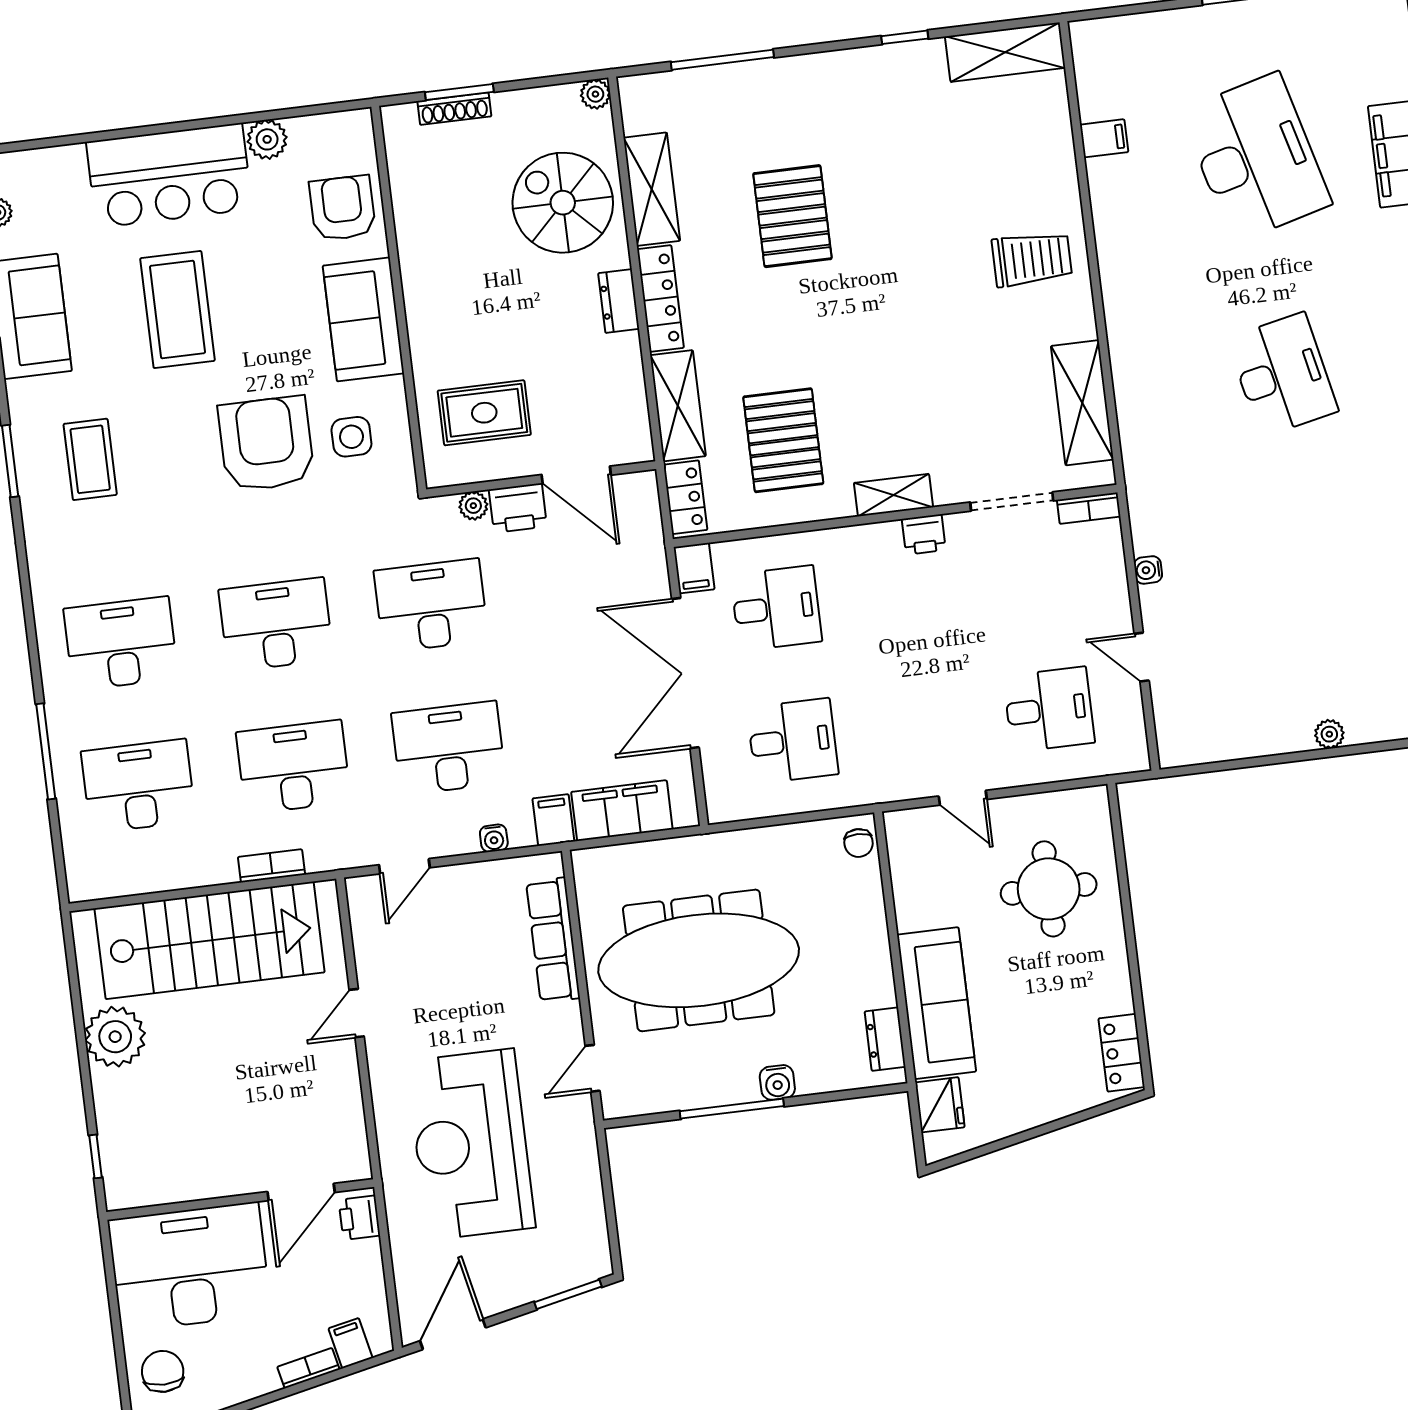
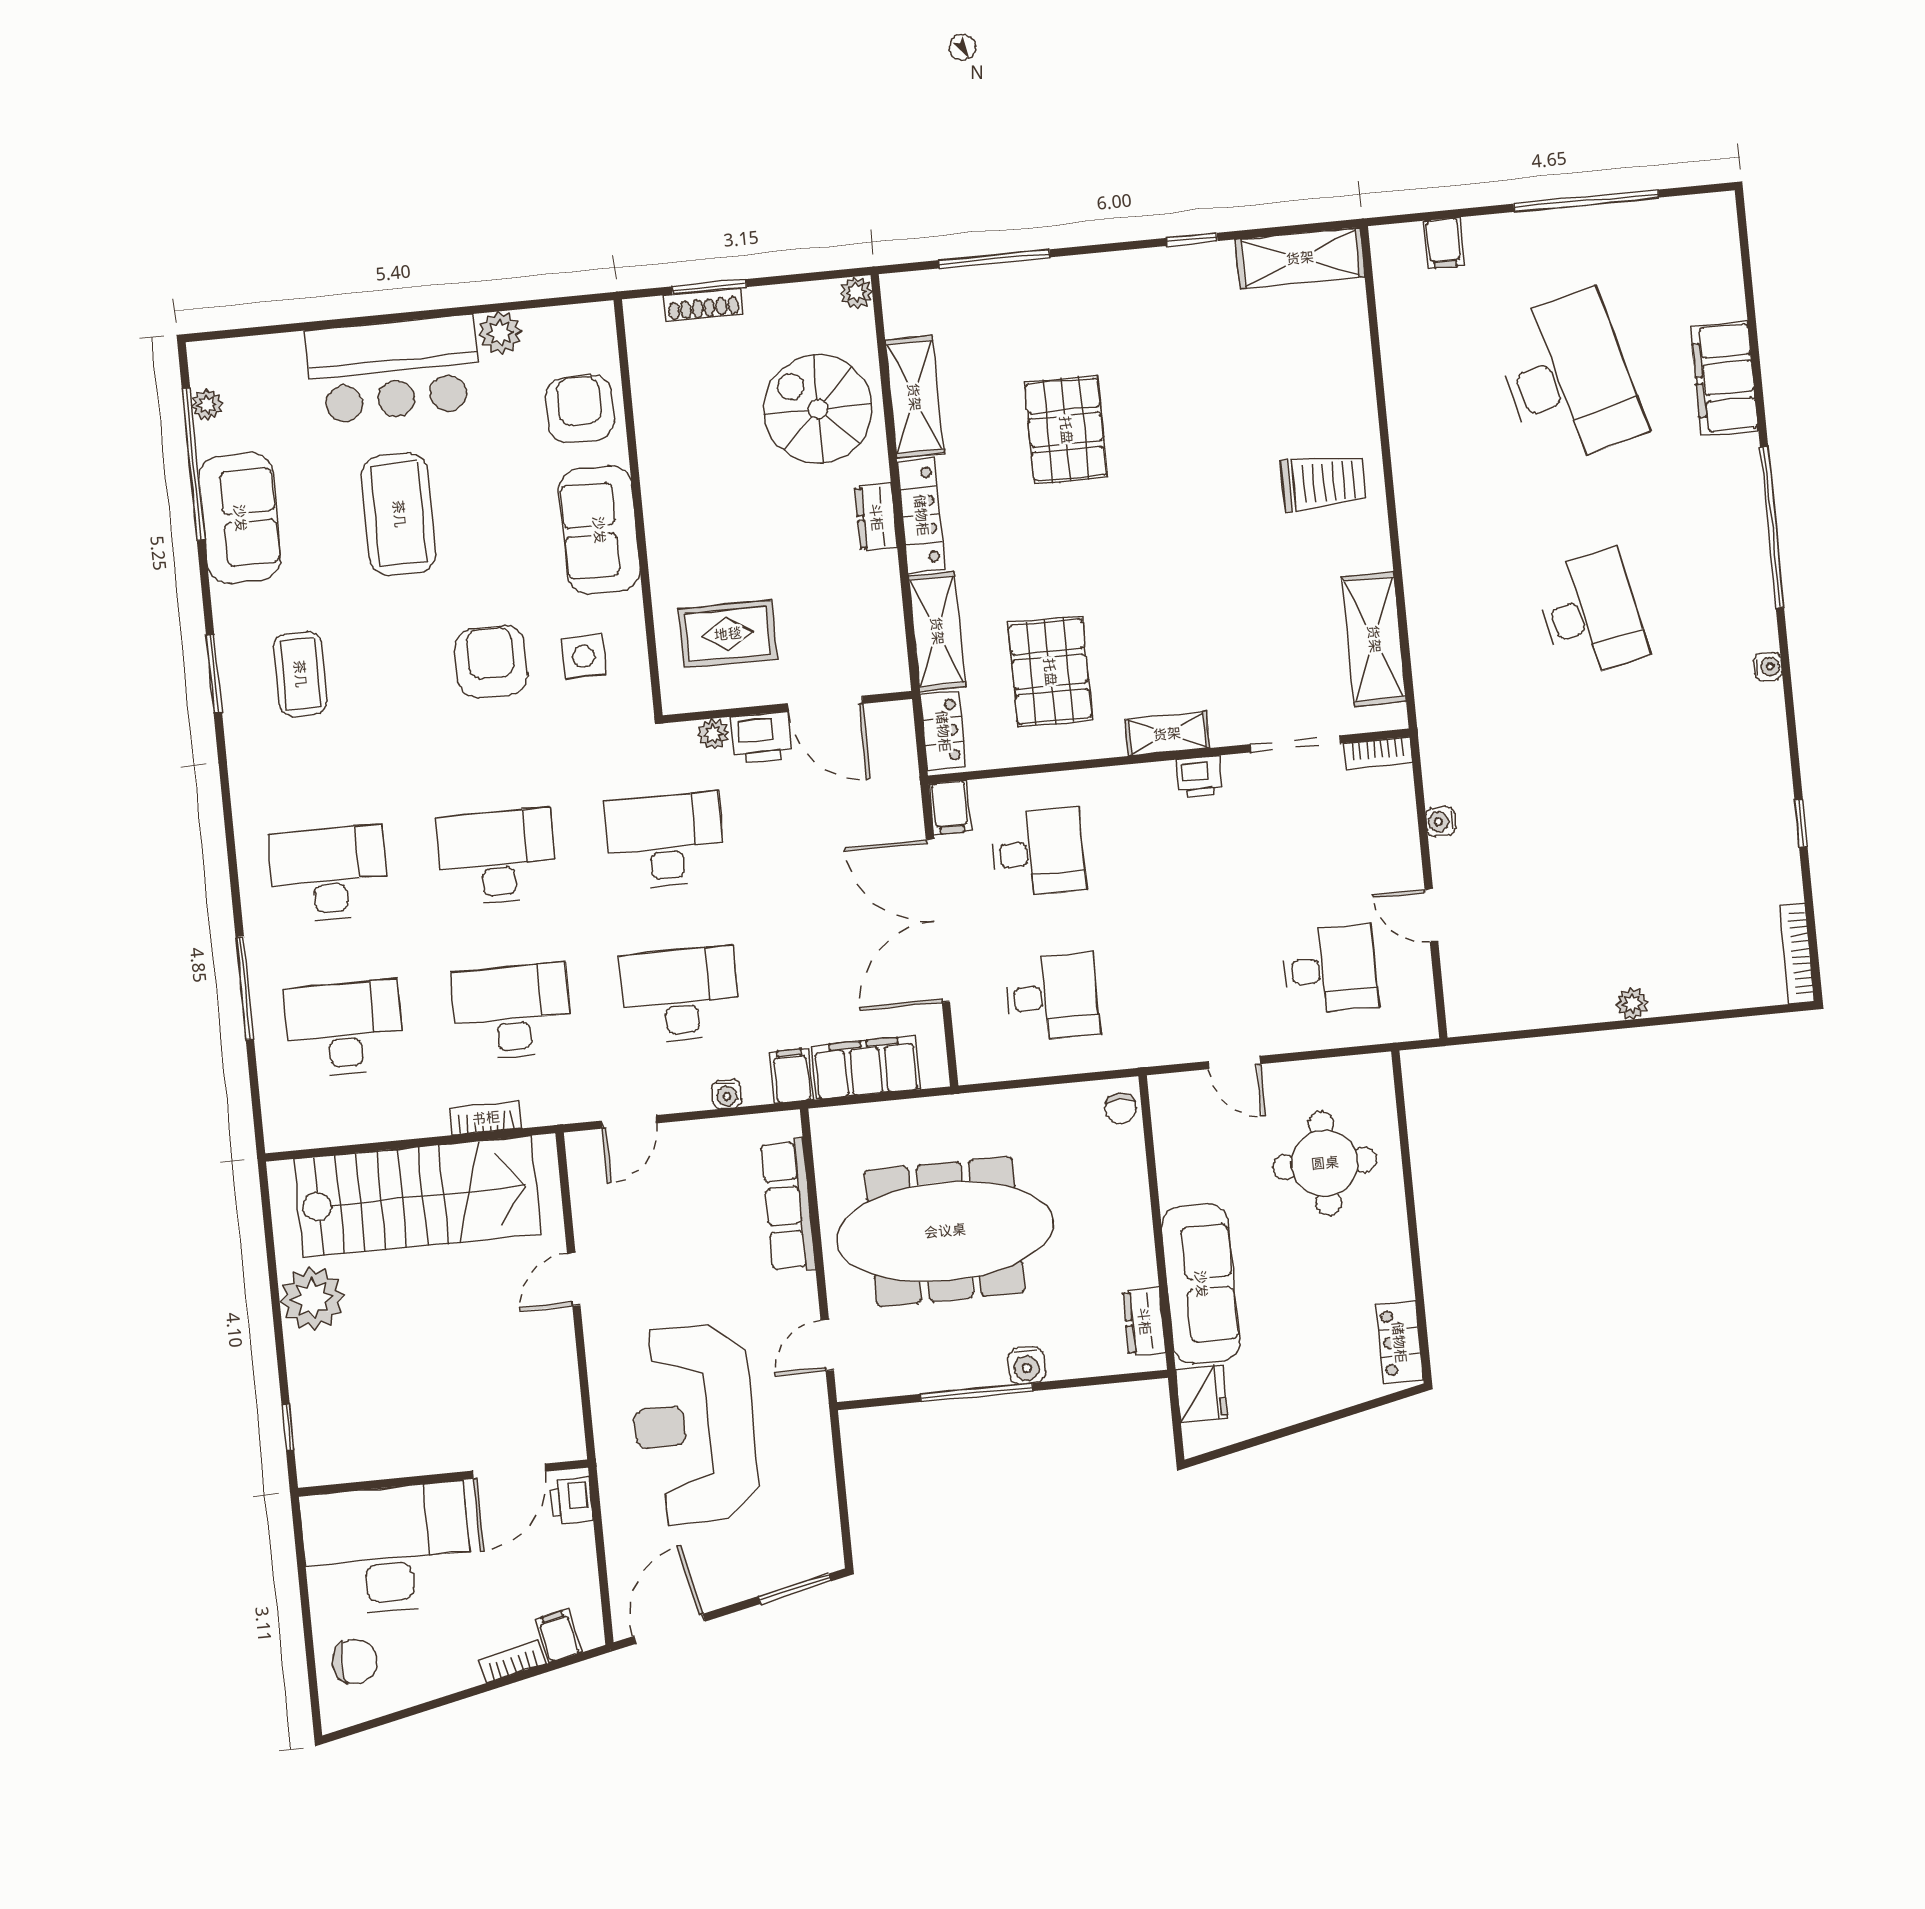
filing cabinet: (1104, 138) -> (1444, 243), moved, turned 90
armchair: (266, 444) -> (491, 662), width x0.73, depth x0.73
chair: (163, 1371) -> (355, 1661), turned 90

